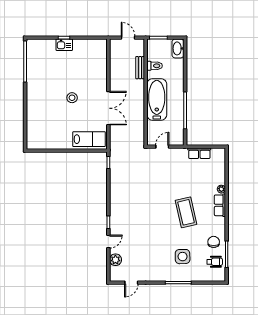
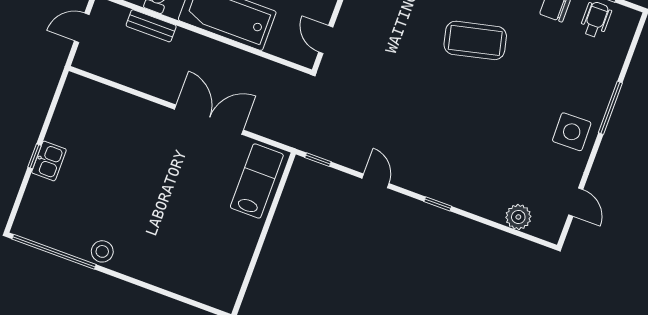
stool: (72, 98) -> (102, 251), moved
door: (108, 242) -> (375, 181), moved
side table: (183, 257) -> (572, 132), moved

